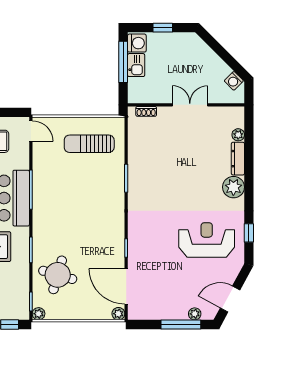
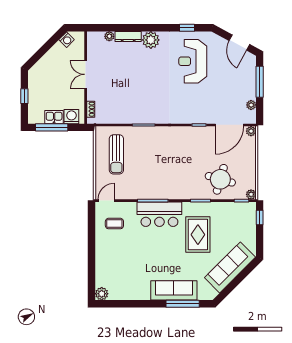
washing machine: (137, 43) -> (71, 117), moved
plant: (195, 314) -> (251, 105), moved

